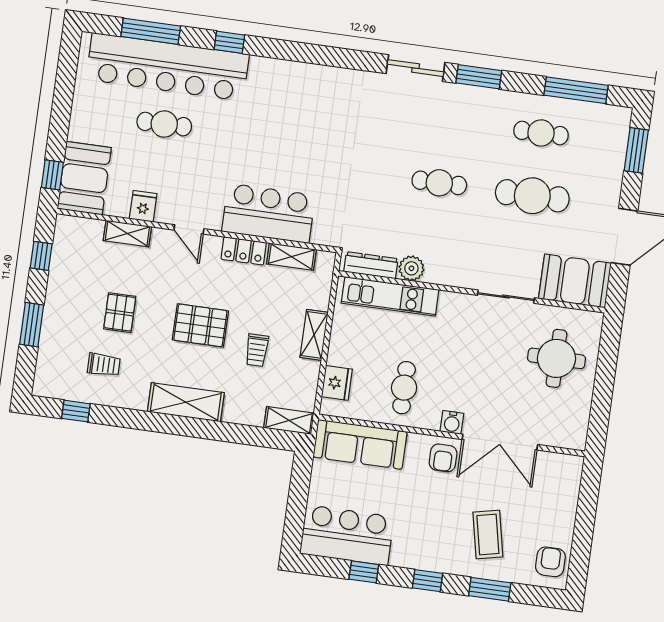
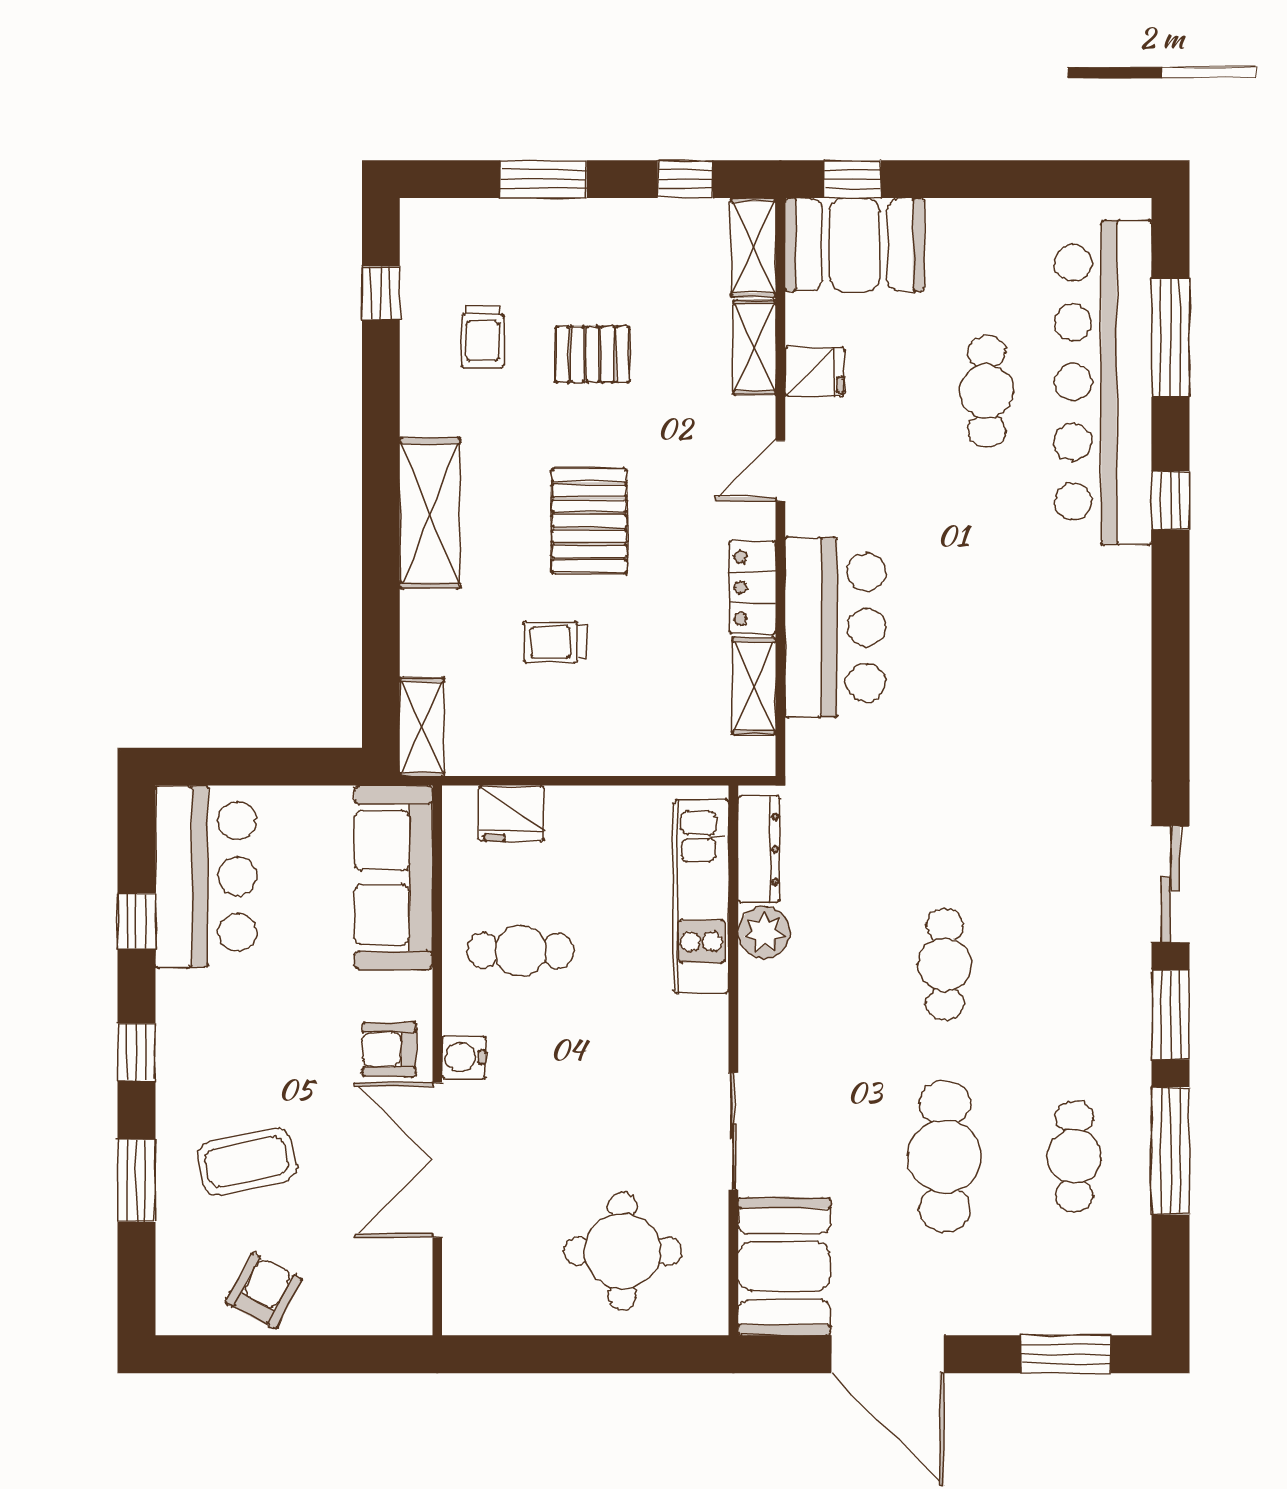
window: (576, 90) -> (1171, 1151), moved
shelving: (314, 335) -> (753, 247), moved, turned 90
armchair: (550, 562) -> (264, 1291), moved, turned -62

